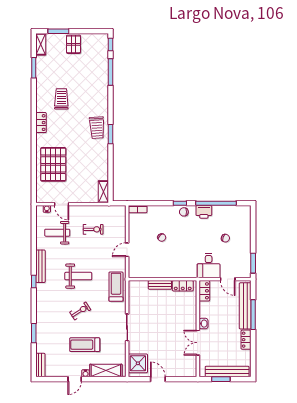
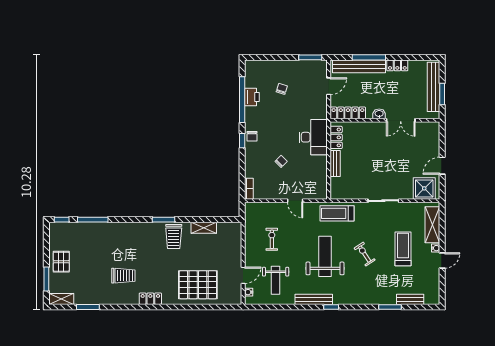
pallet: (74, 44) -> (61, 262), turned 90
trolley: (61, 99) -> (123, 276), turned 180
trolley: (97, 128) -> (174, 236), moved, turned 94
shelving: (103, 192) -> (204, 228), moved
printer: (204, 212) -> (252, 97), moved
desk: (209, 266) -> (313, 137), moved, width x1.37
weight bench: (78, 276) -> (325, 256), width x1.36, depth x1.33
locker: (204, 291) -> (348, 113), width x1.53
treadmill: (85, 345) -> (403, 249), turned 180
bench: (40, 365) -> (410, 299), moved
door: (75, 379) -> (442, 260), hinge flipped

